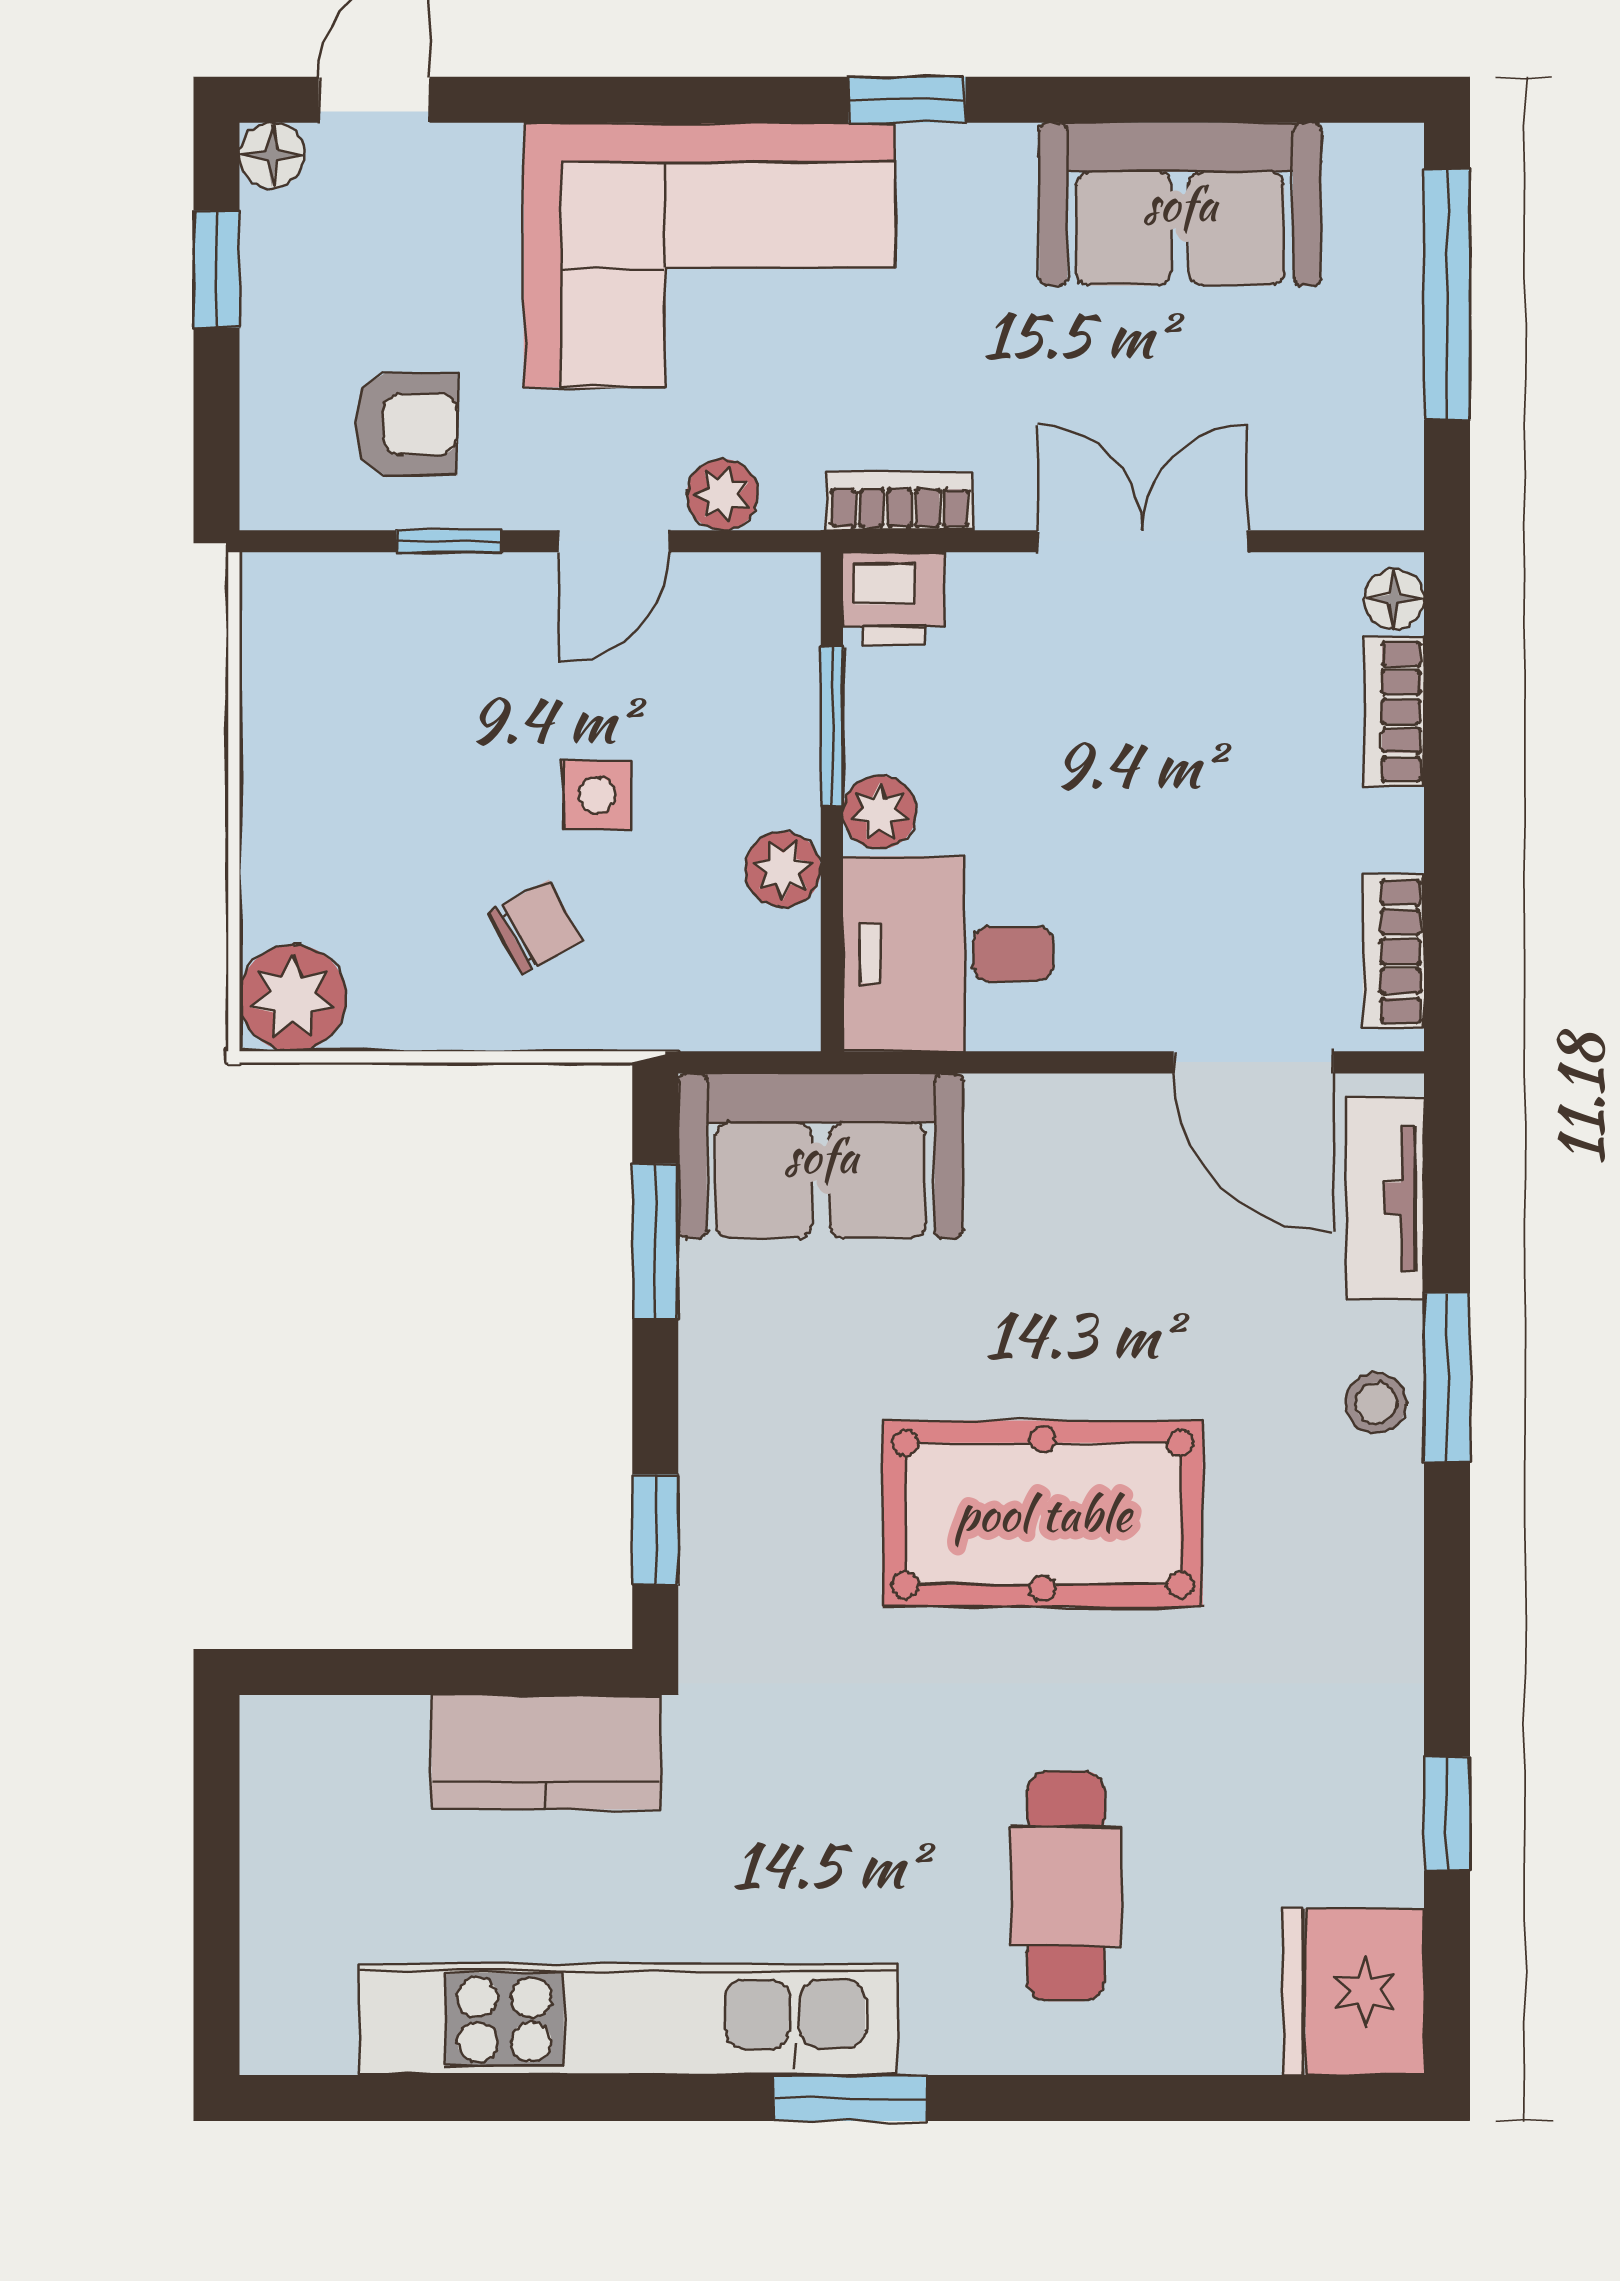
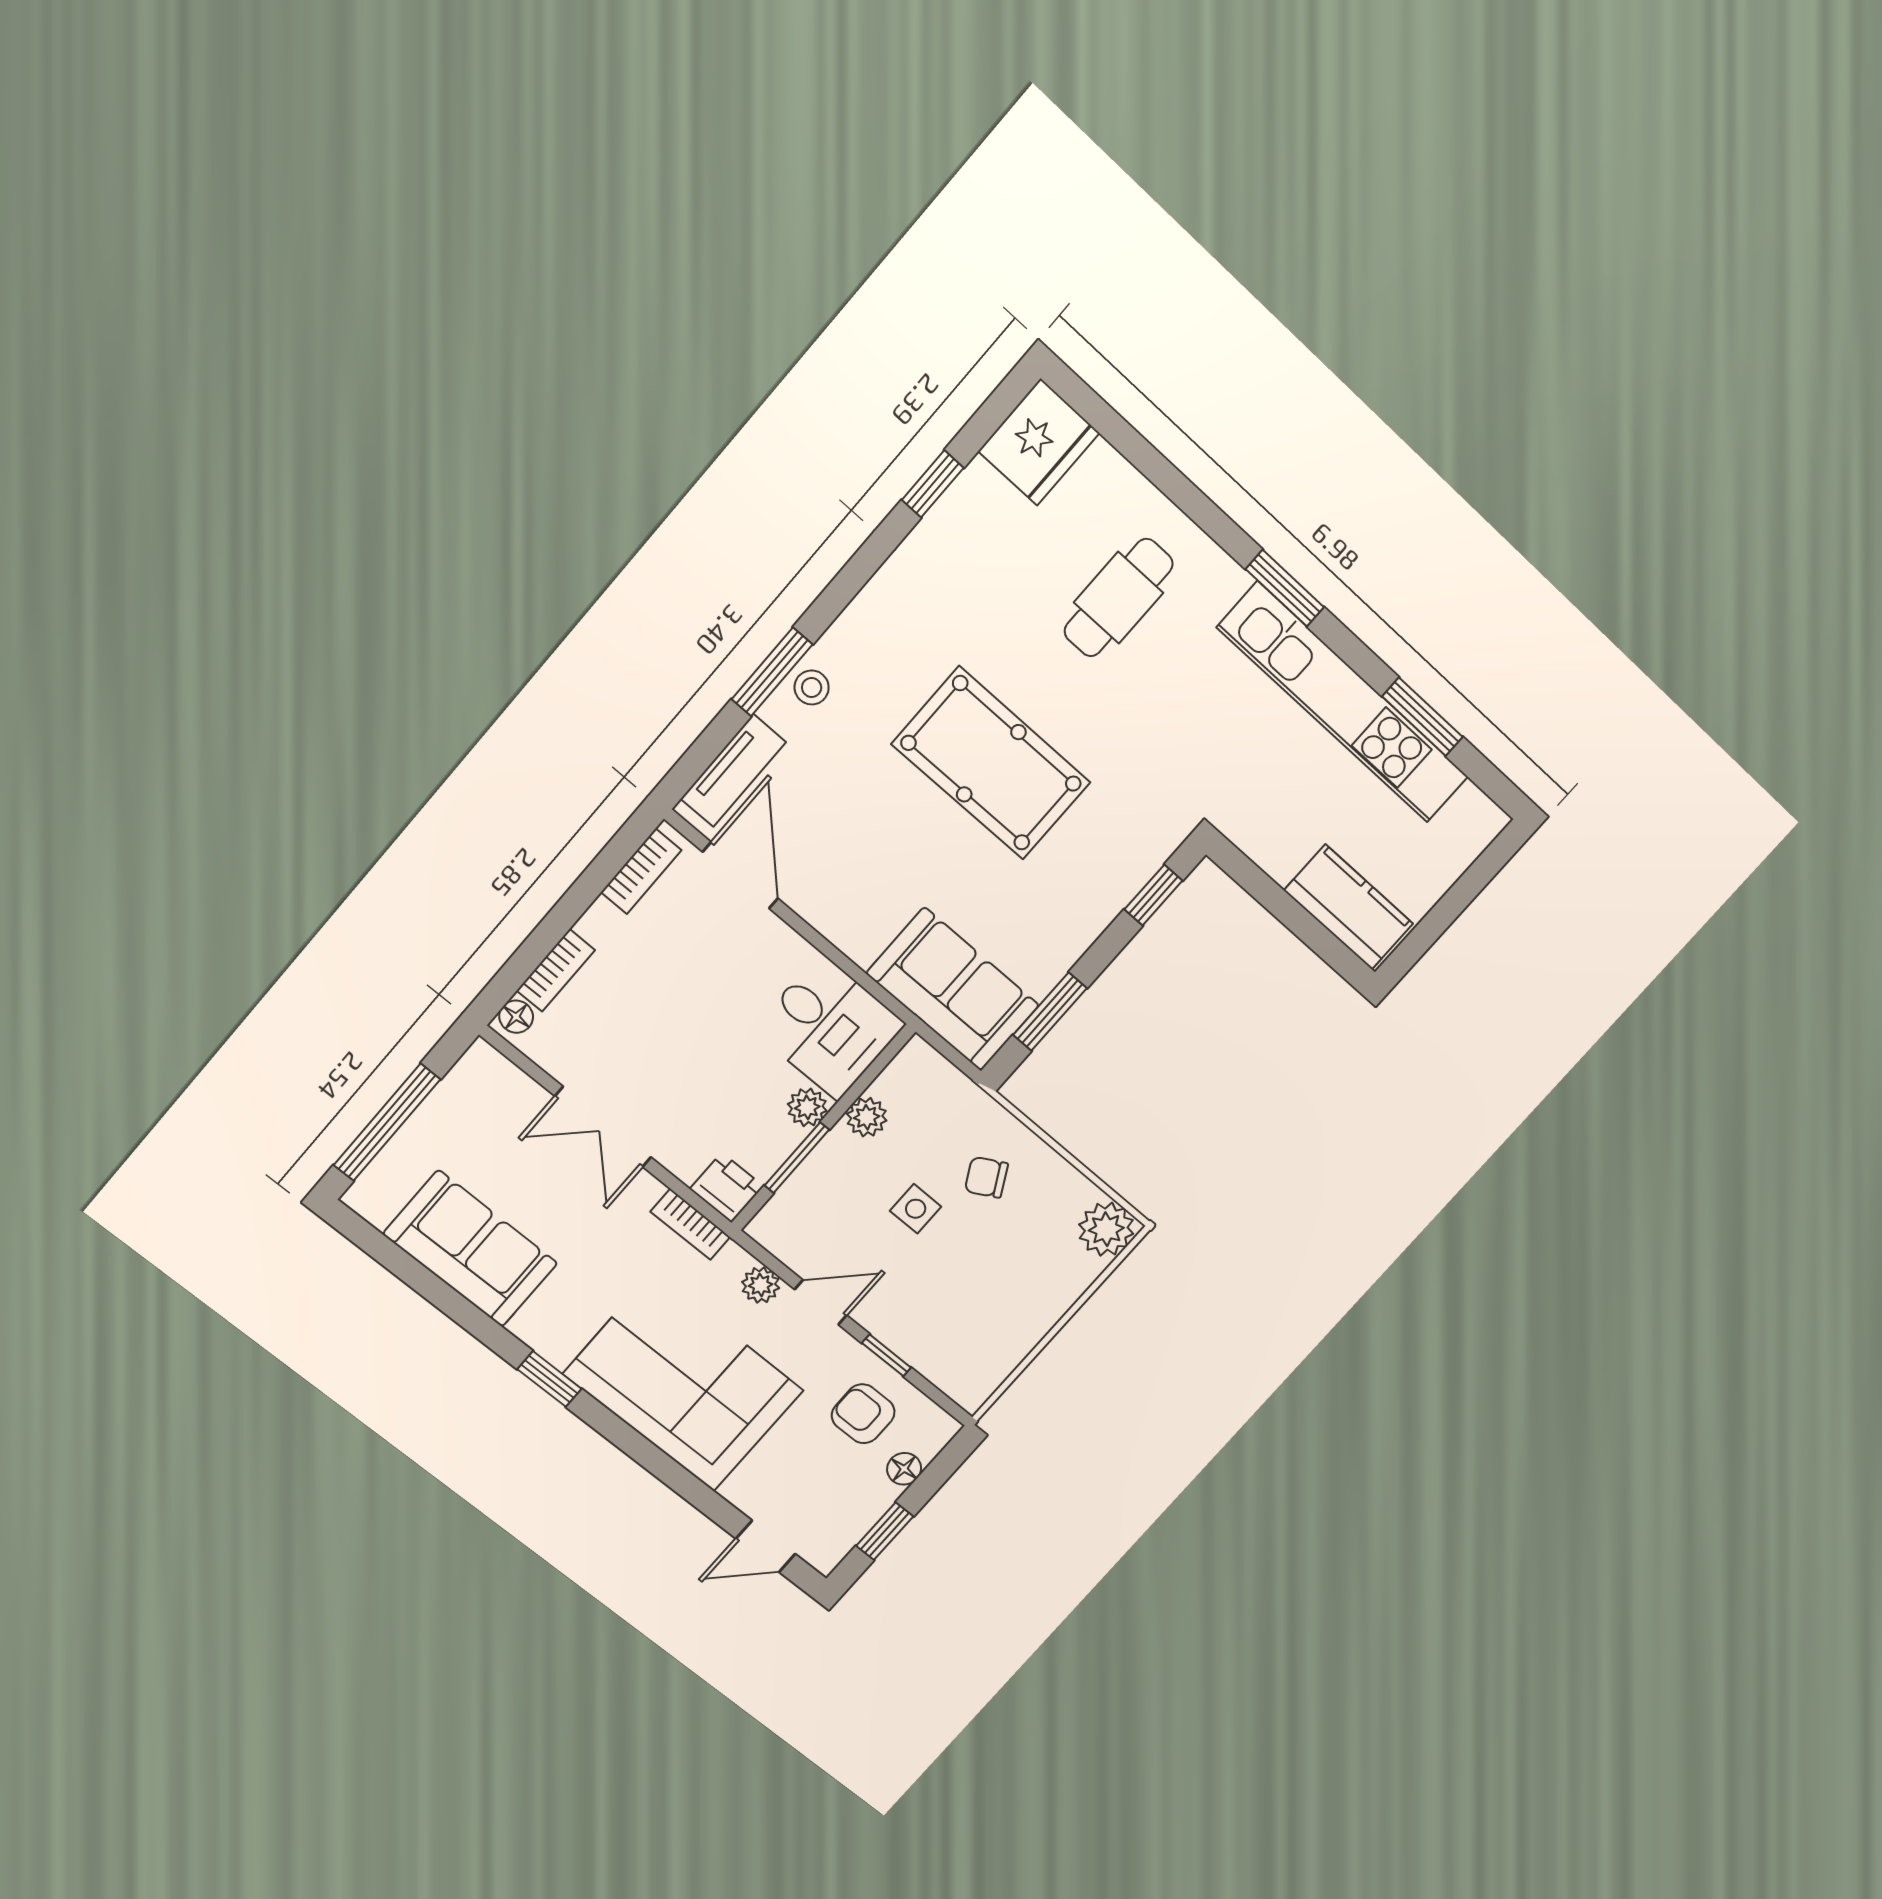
floor lamp: (272, 155) -> (904, 1469), moved
kitchen counter: (546, 1752) -> (1349, 907), moved
window: (500, 2098) -> (1422, 717), added

